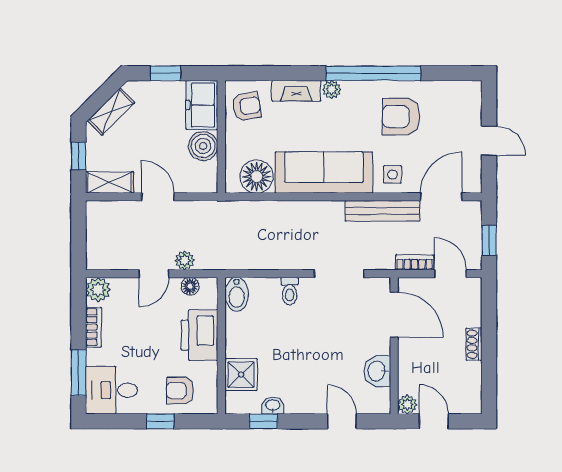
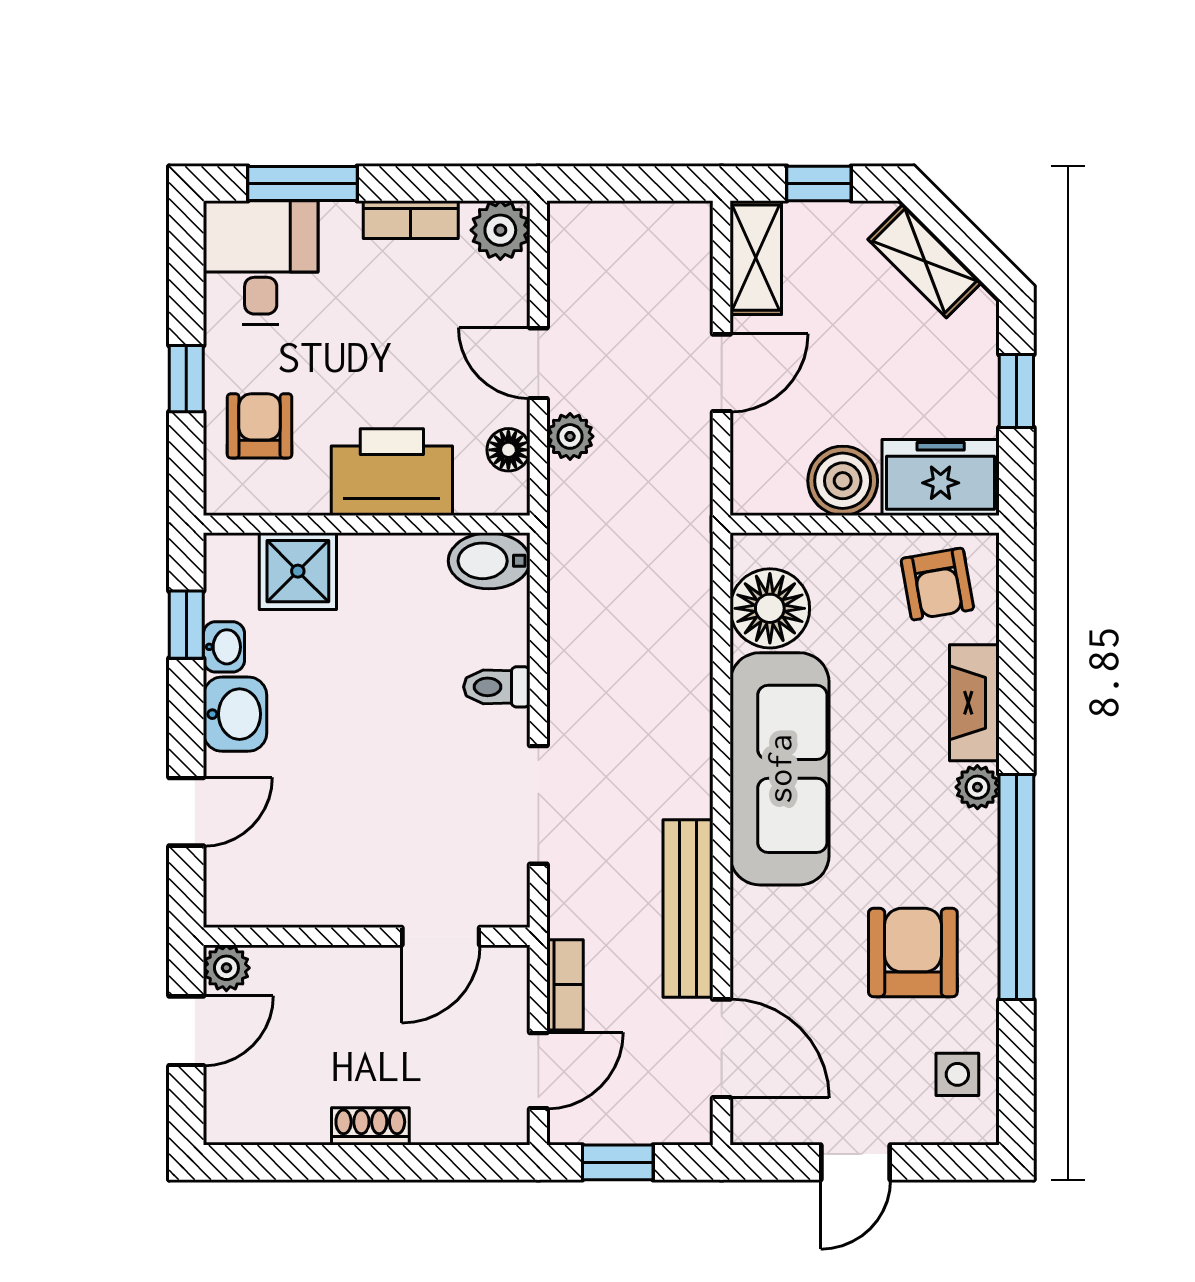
side table: (392, 175) -> (957, 1074), moved
door: (394, 315) -> (441, 936), width x0.73
washbasin: (377, 371) -> (235, 714), moved, turned 90

